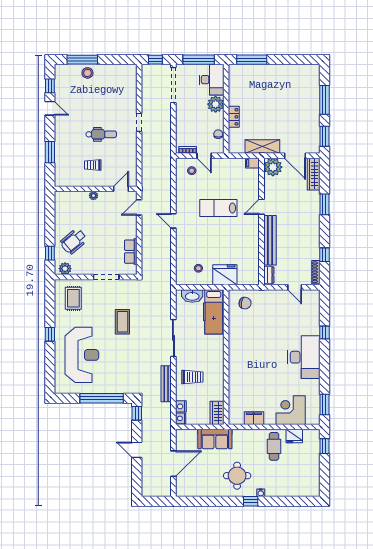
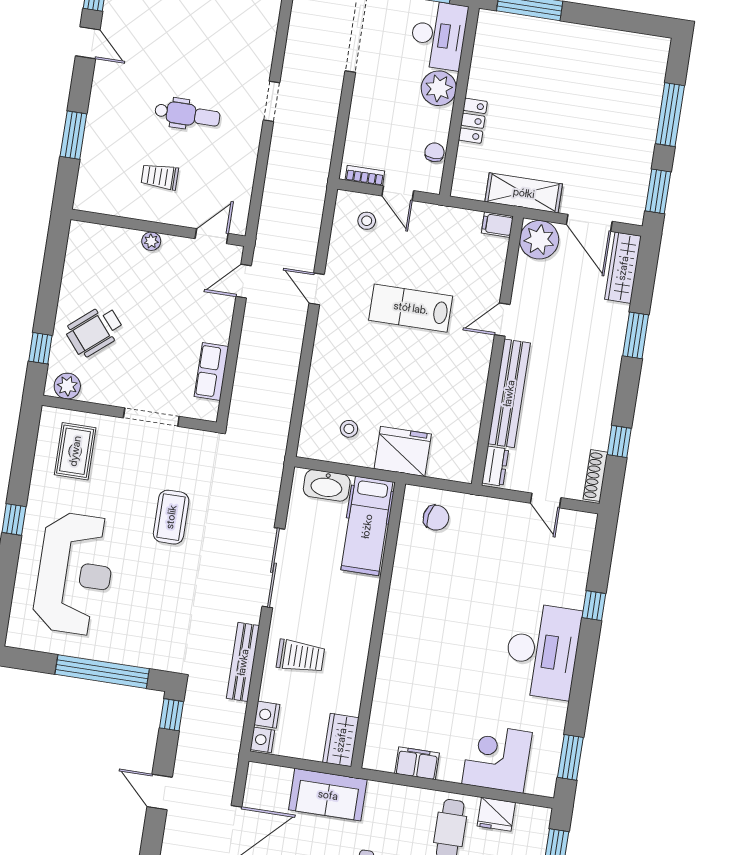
door: (173, 221) -> (317, 289), moved

